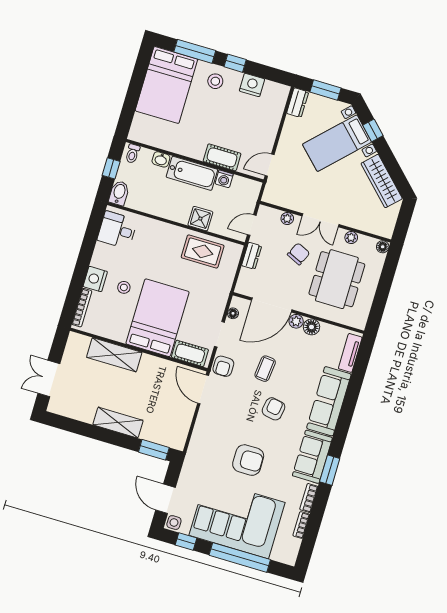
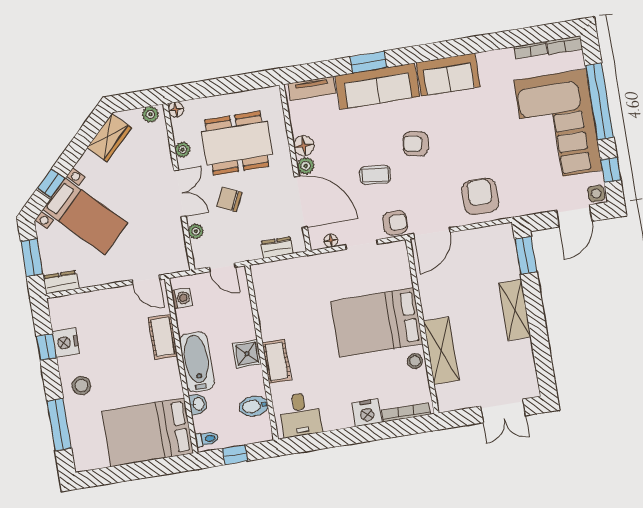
window: (235, 63) -> (46, 347), moved
bed: (166, 85) -> (148, 432), moved, turned 180
washing machine: (224, 179) -> (182, 298), moved
wardrobe: (382, 181) -> (109, 138), width x0.67
bidet: (119, 193) -> (254, 406), moved
shower: (200, 219) -> (247, 354), moved
plant: (388, 226) -> (150, 114), added
rug: (203, 251) -> (278, 308), removed
dresser: (252, 256) -> (277, 248), moved
stool: (124, 287) -> (415, 361), moved
cot: (190, 353) -> (277, 361), moved
armchair: (248, 460) -> (480, 196), moved
window: (330, 470) -> (368, 62), moved
bookcase: (309, 498) -> (565, 45), moved

